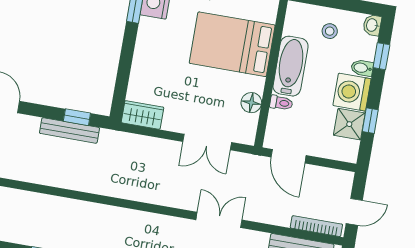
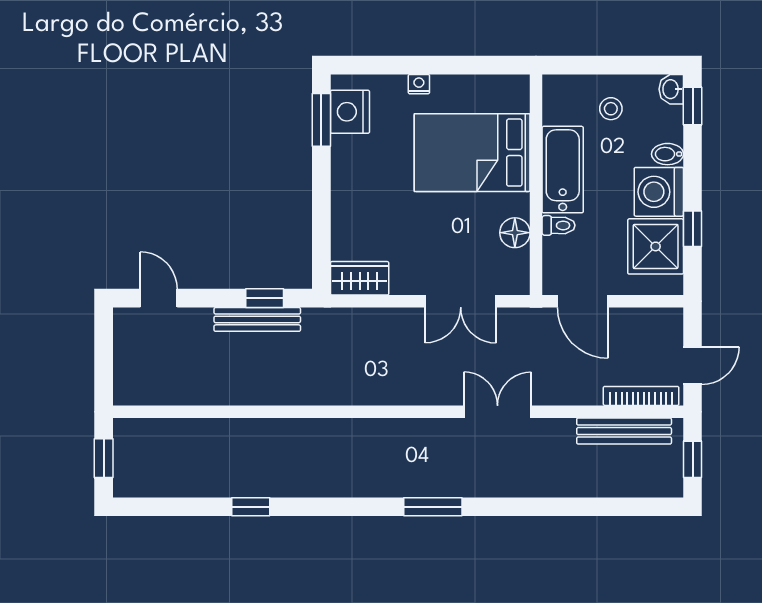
window: (381, 56) -> (693, 106), moved
shower: (349, 124) -> (656, 246), width x1.36, depth x1.36

